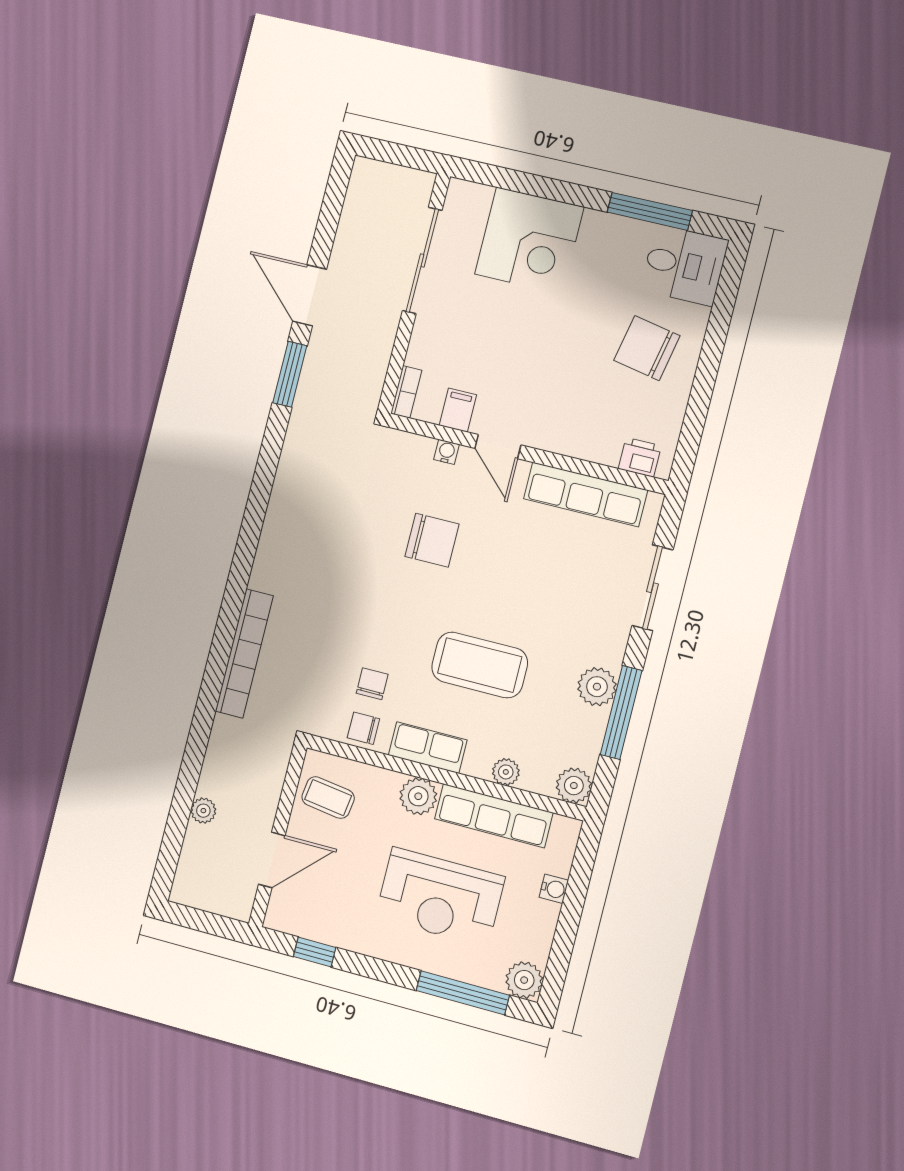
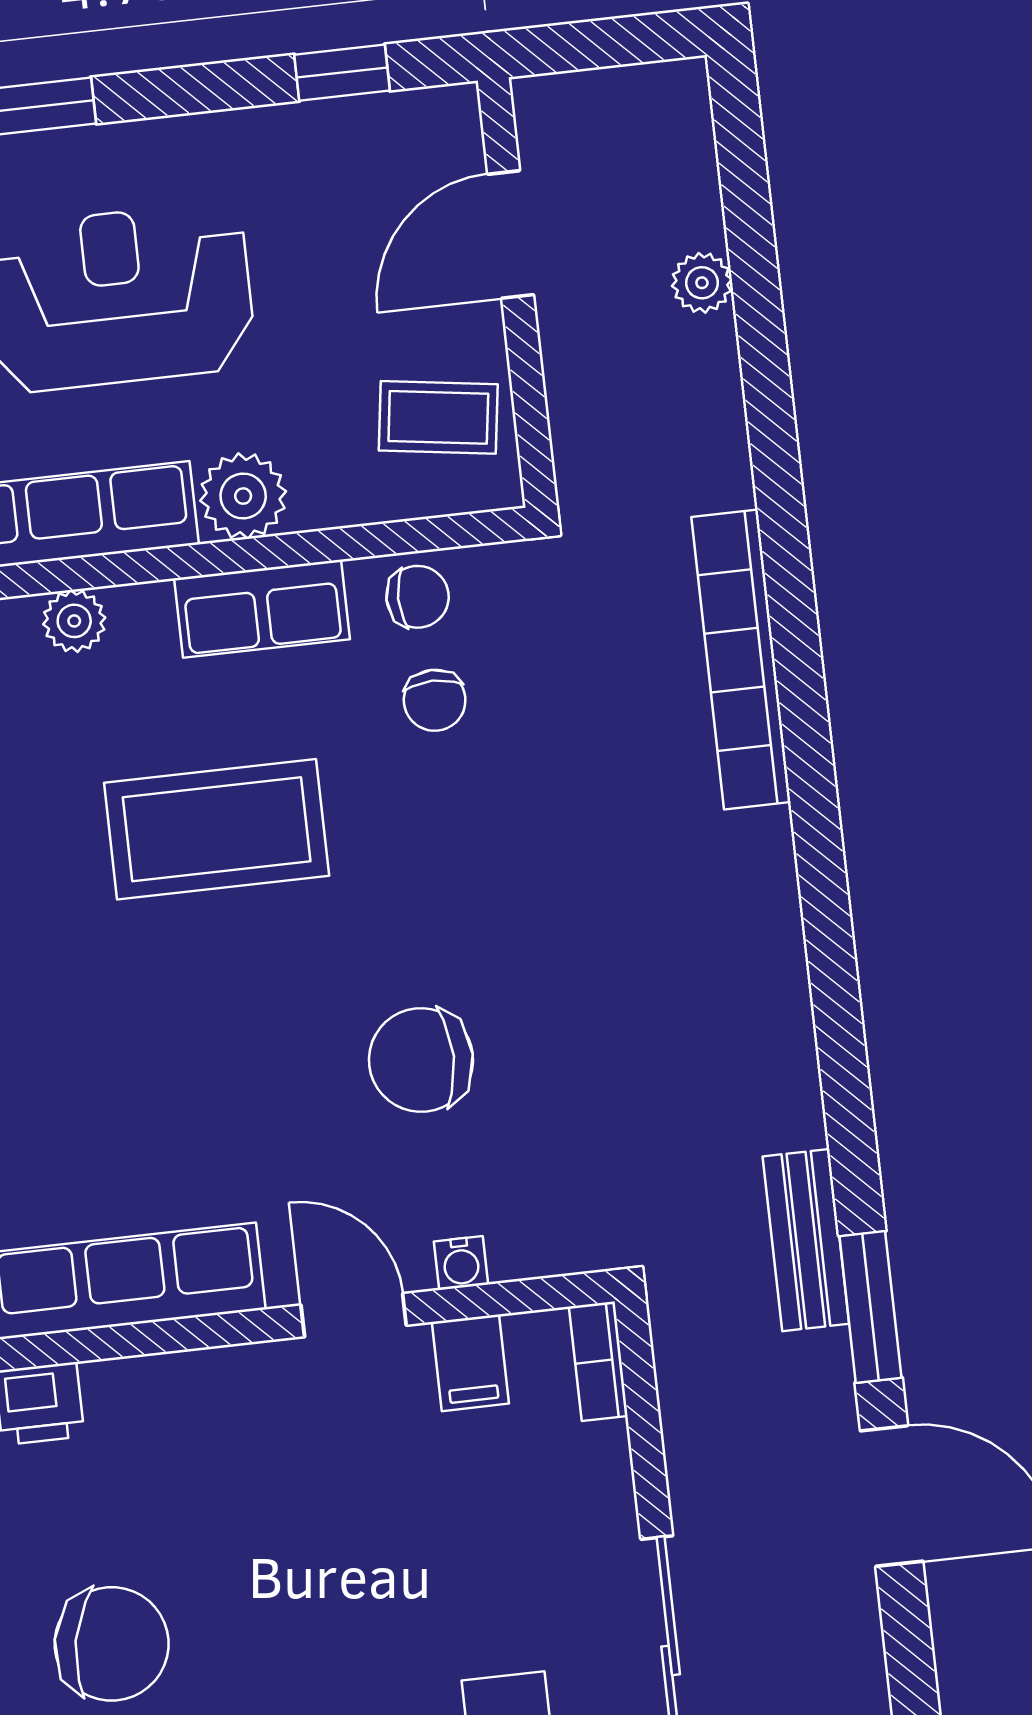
bench: (305, 411) -> (806, 1240), added

